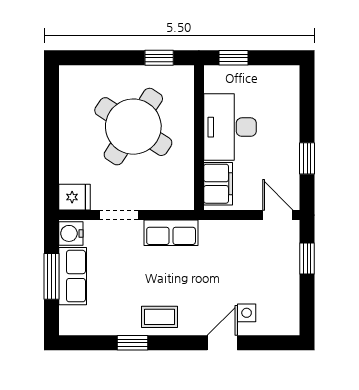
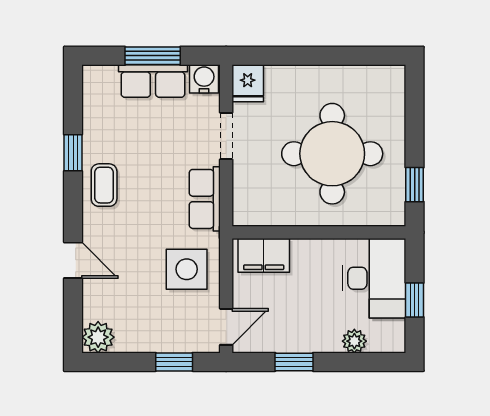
window: (233, 58) -> (415, 300), moved
plant: (290, 108) -> (354, 341), added
round table: (133, 127) -> (332, 154), turned -33
desk: (230, 127) -> (374, 278), moved, turned 90
side table: (247, 313) -> (187, 269), moved, width x1.87, depth x1.87
plant: (286, 322) -> (98, 337), added

